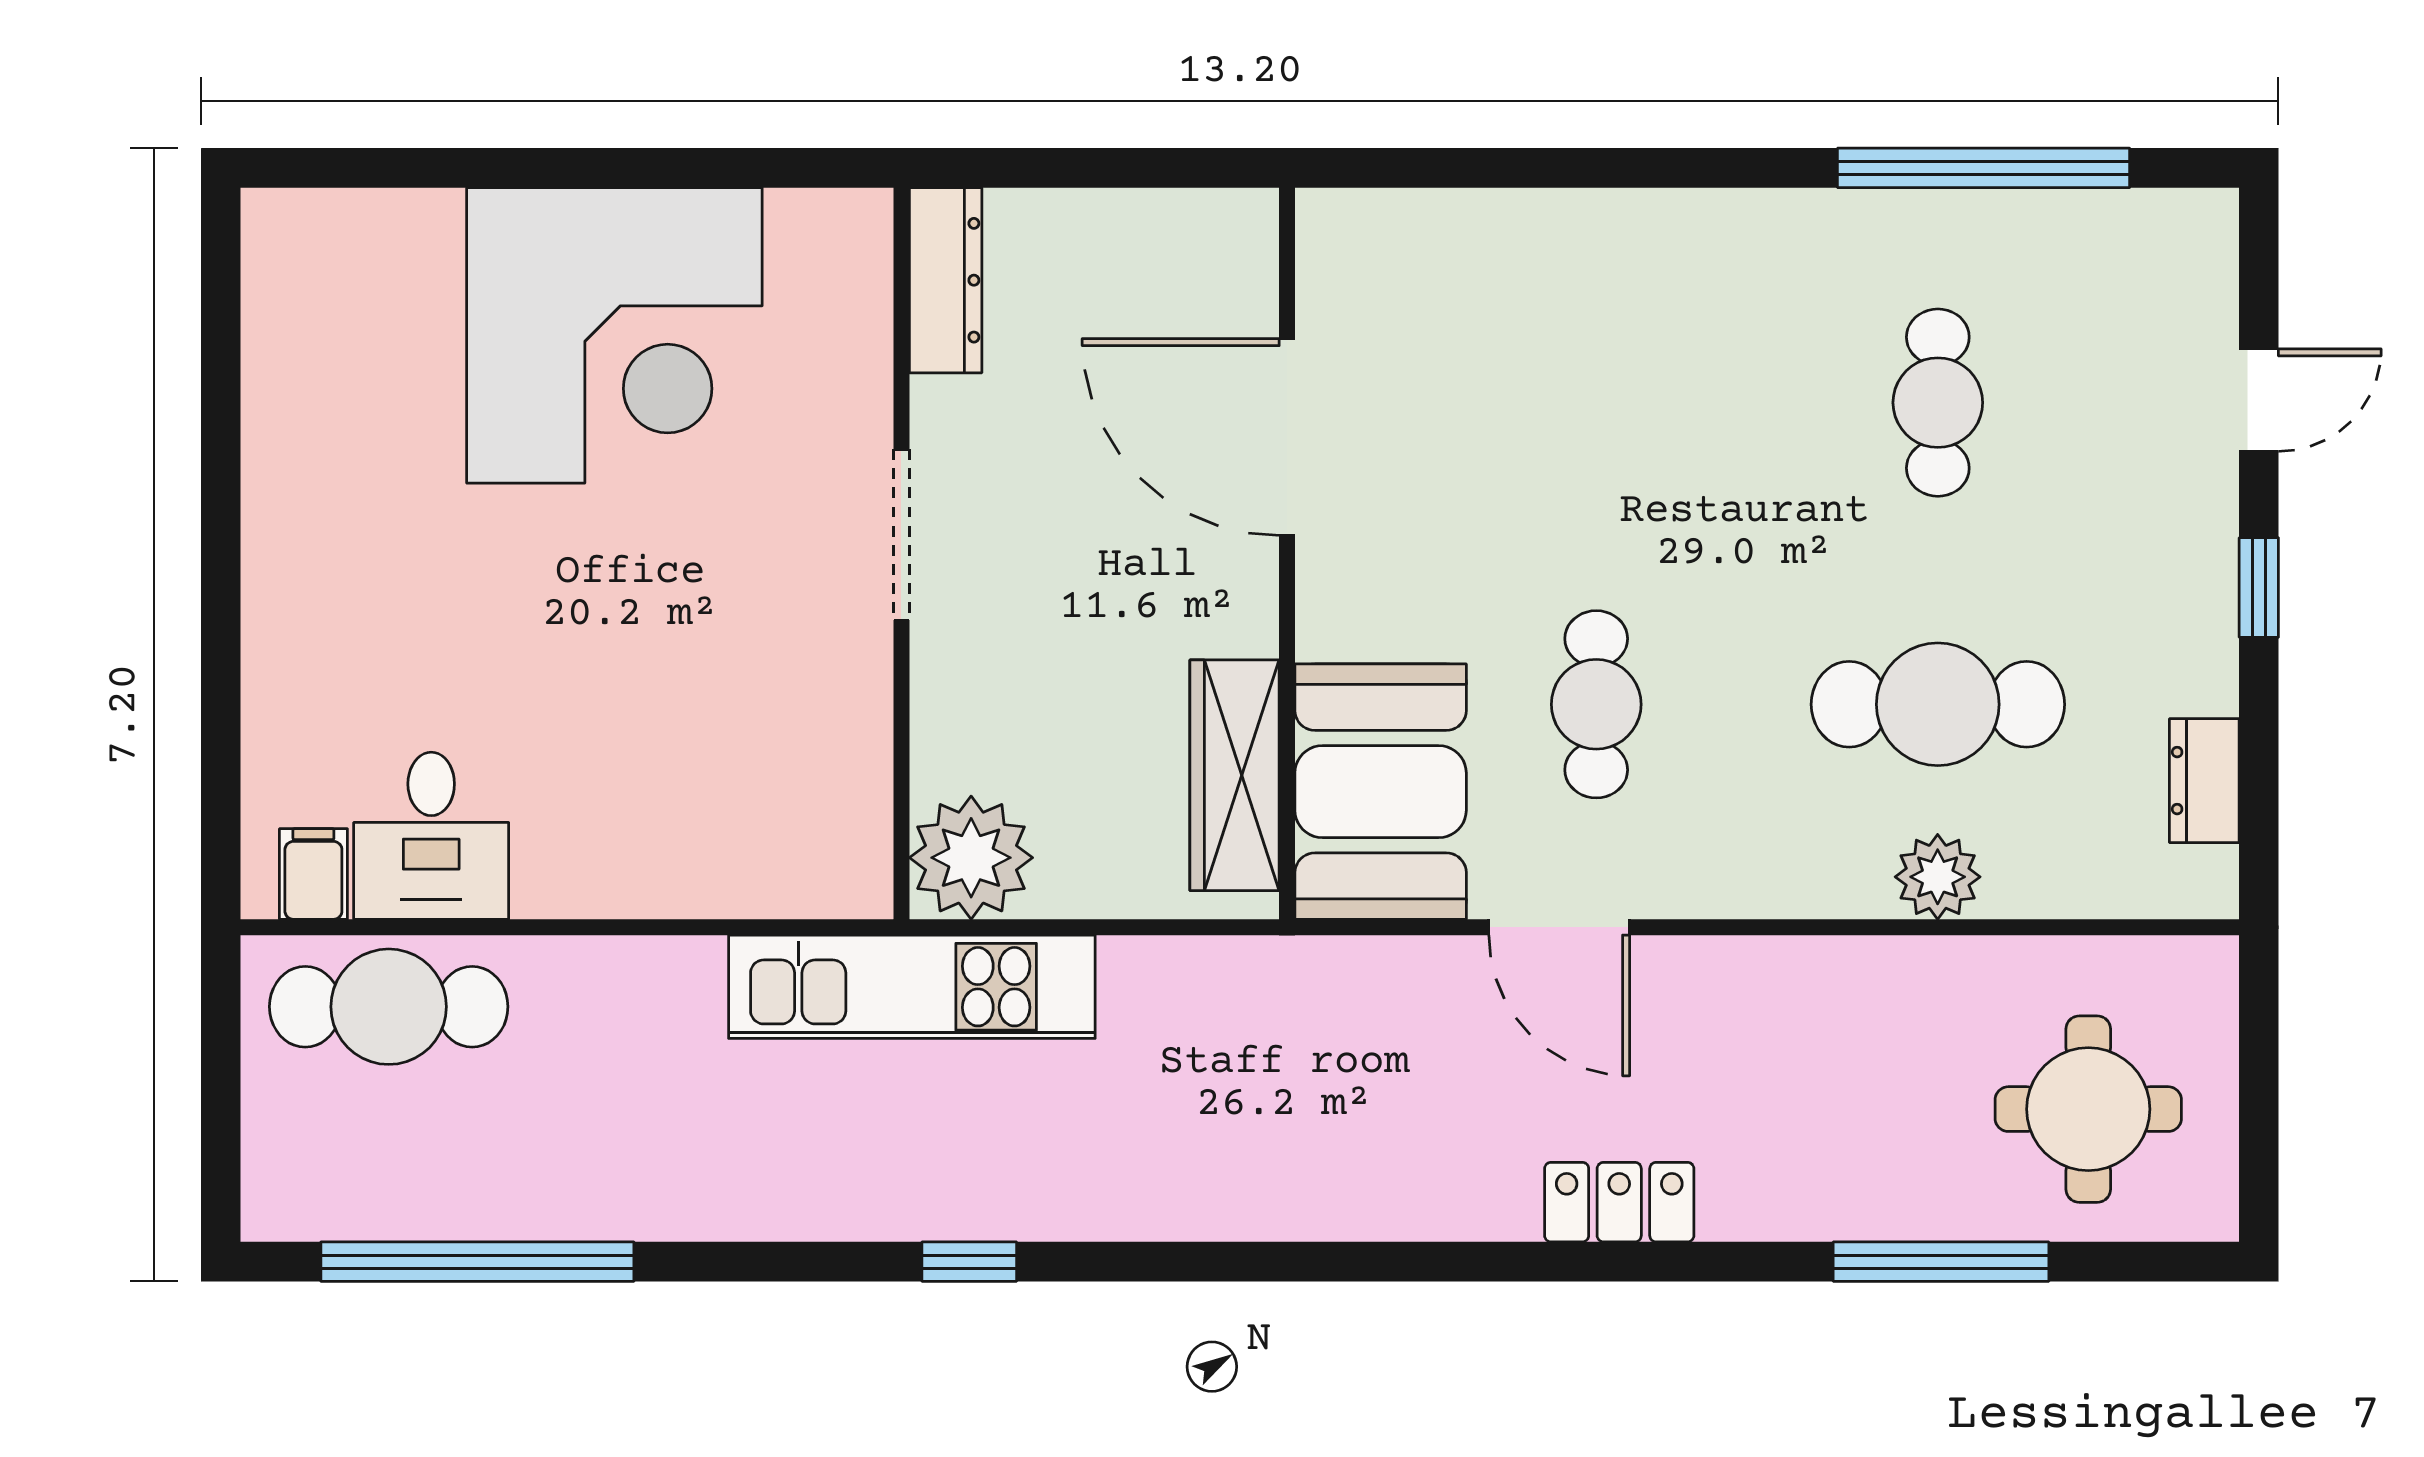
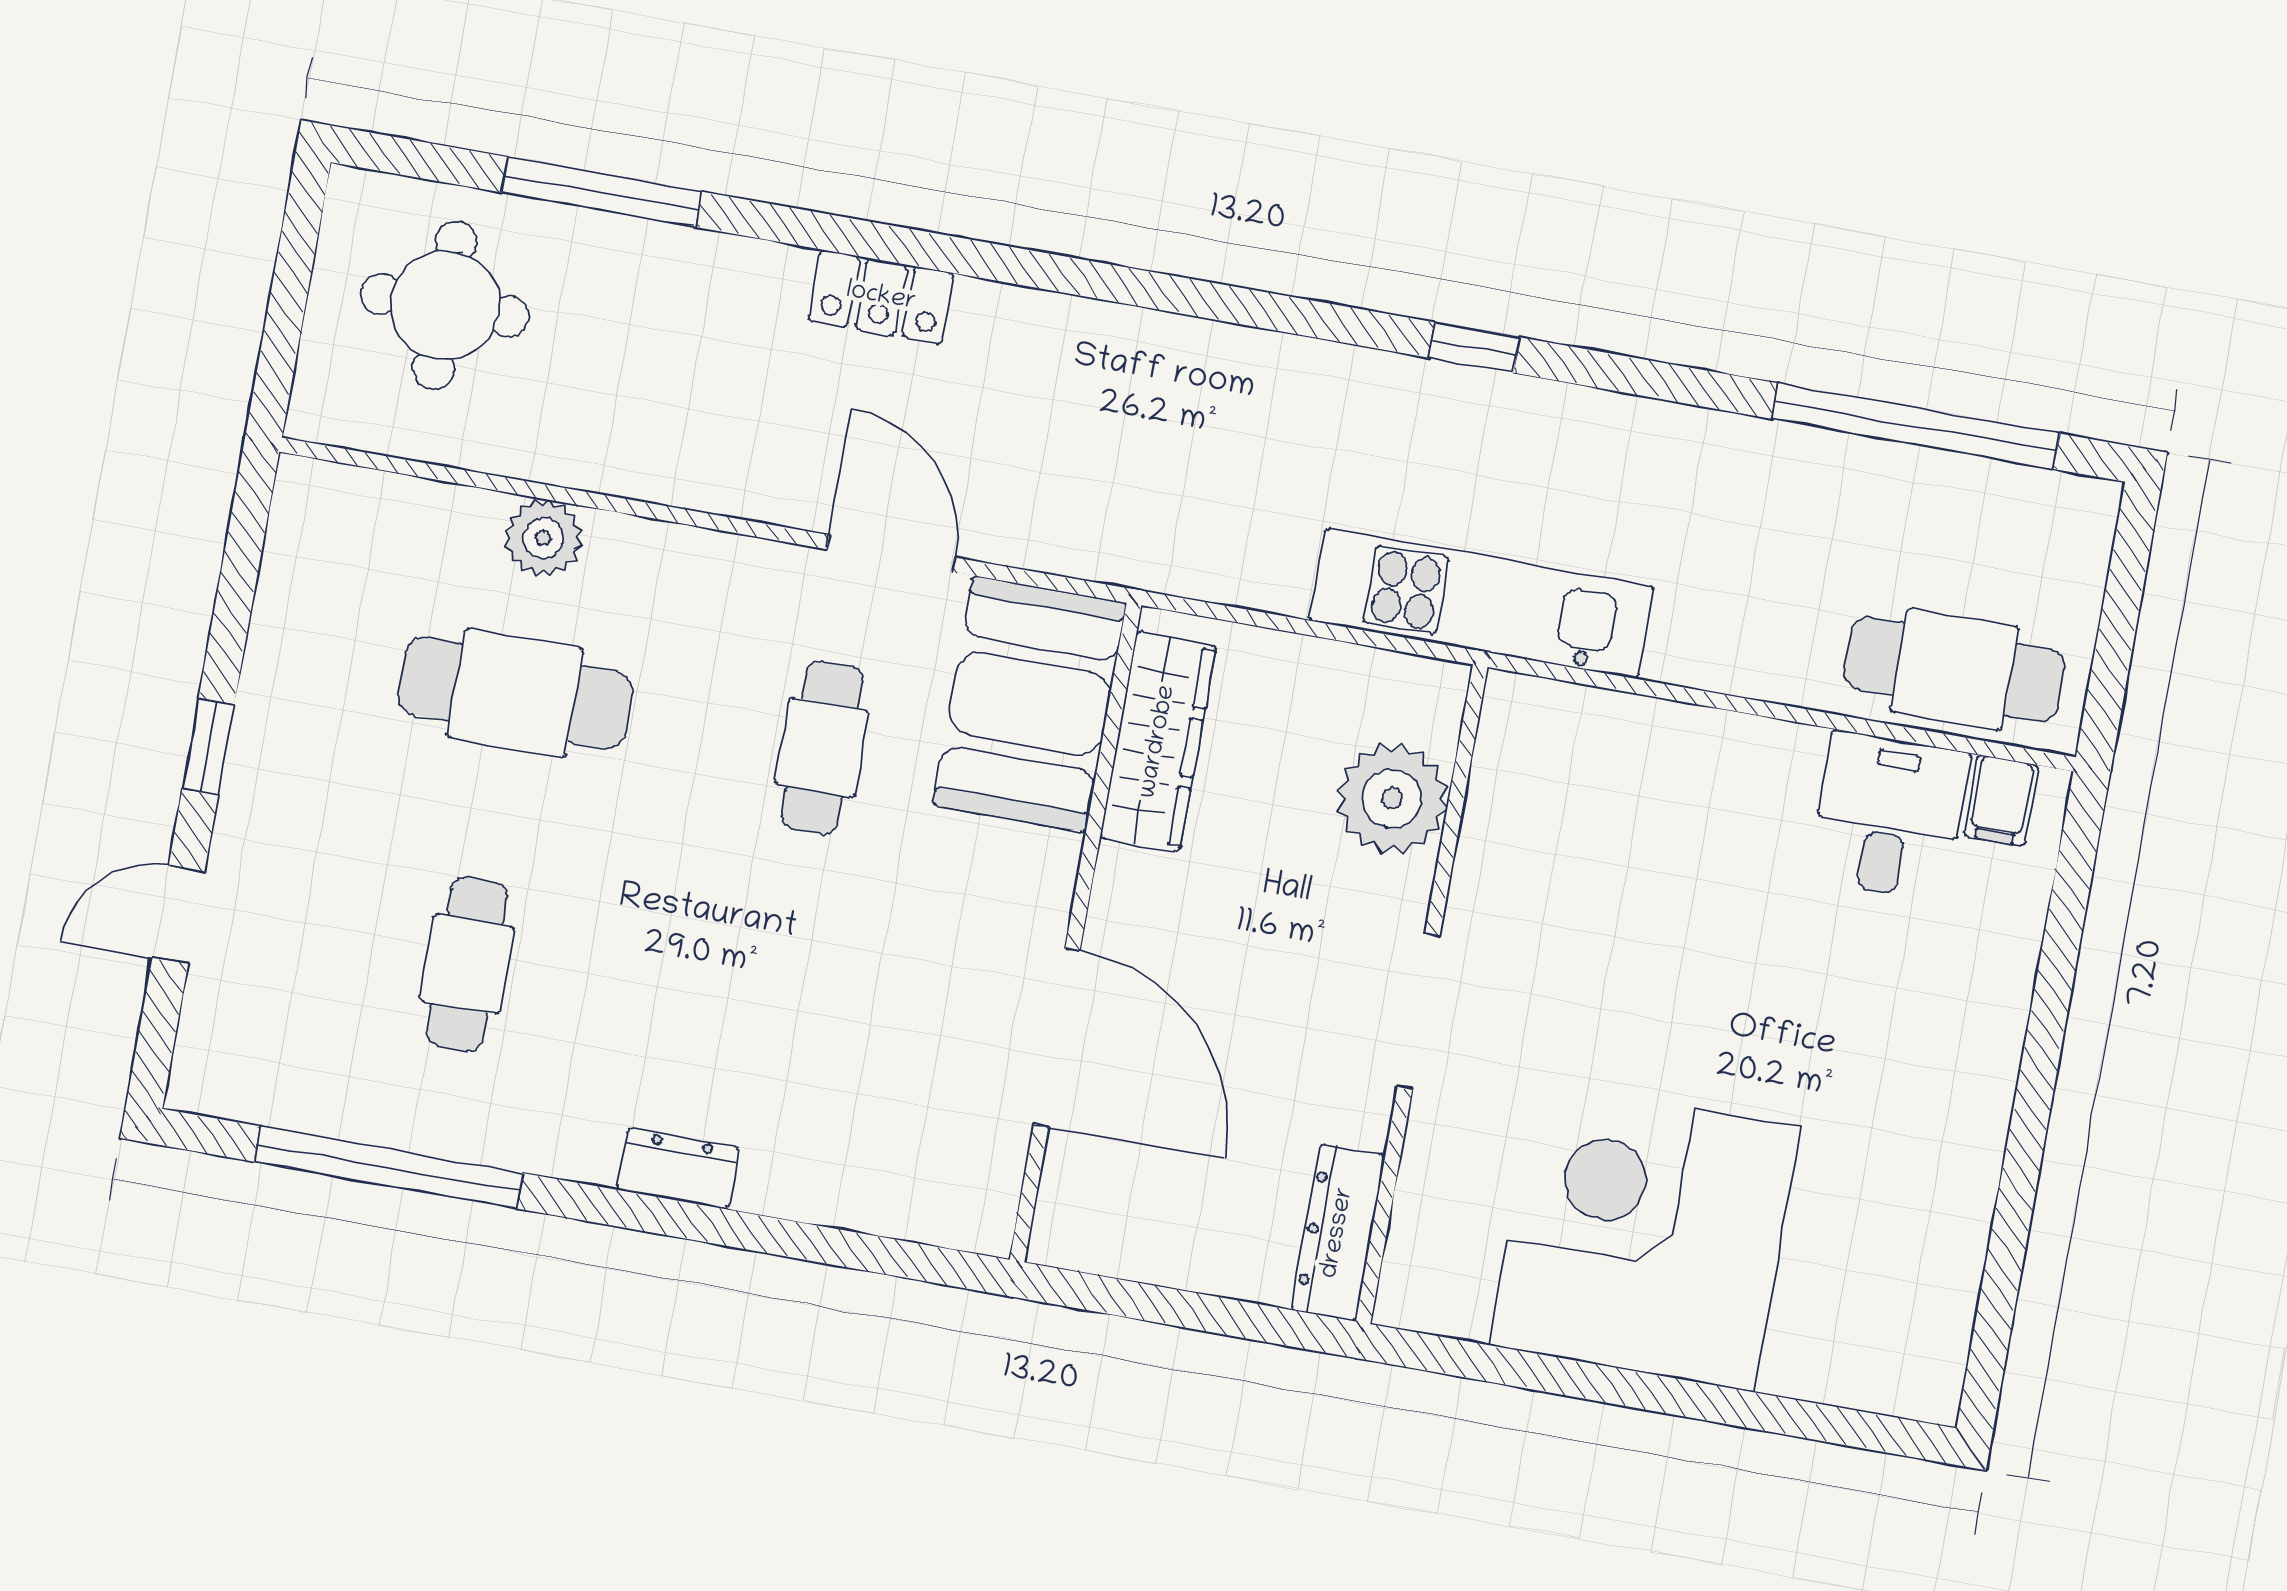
dresser: (2204, 781) -> (678, 1168), moved, turned -90
plant: (971, 858) -> (1392, 799), moved

